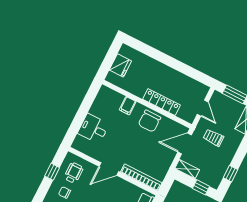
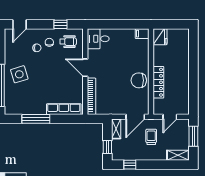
fridge: (120, 65) -> (160, 37), moved, turned -90
filing cabinet: (128, 106) -> (142, 34), moved
desk: (93, 129) -> (98, 39), moved, turned -90
door: (185, 143) -> (135, 117), swing flipped

